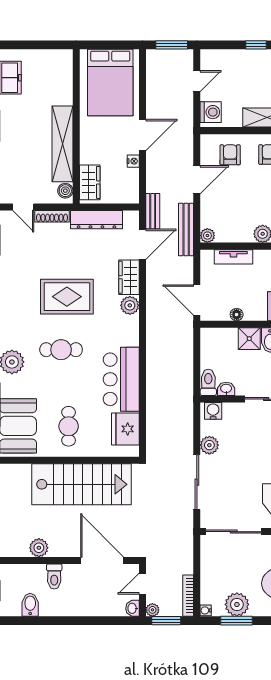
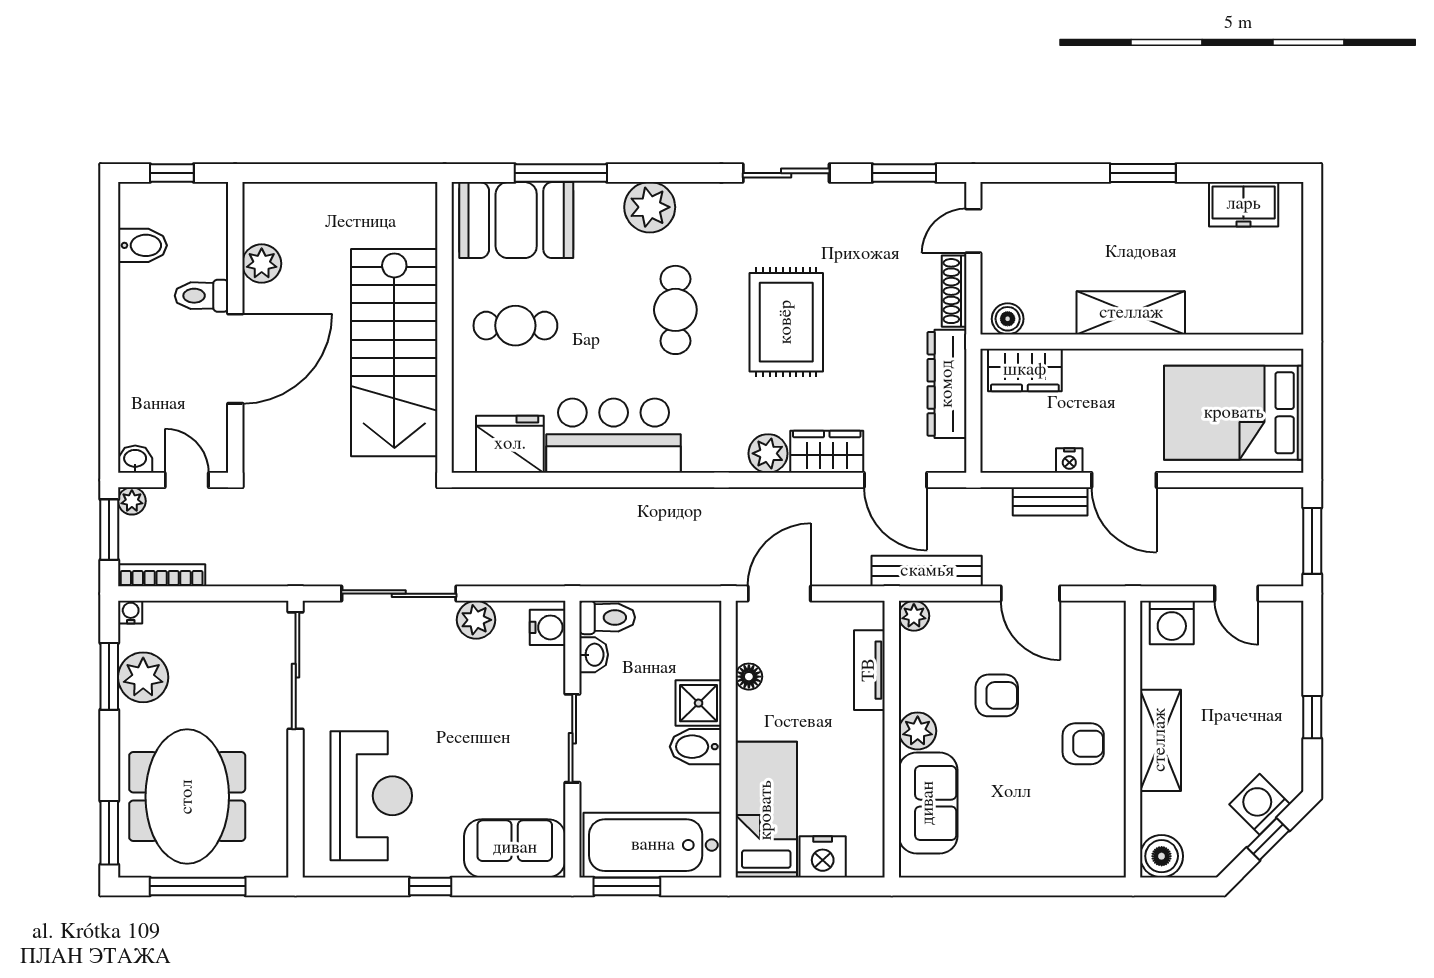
shelving: (62, 144) -> (1131, 313), width x0.68
armchair: (230, 155) -> (997, 695), moved
bench: (153, 211) -> (1050, 501), moved
door: (102, 560) -> (235, 359), moved

